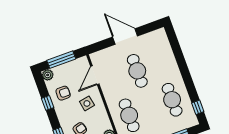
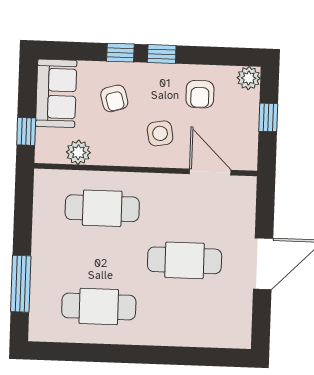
window: (61, 60) -> (268, 117), width x0.46
window: (48, 103) -> (162, 54), moved
window: (198, 107) -> (63, 352), removed

